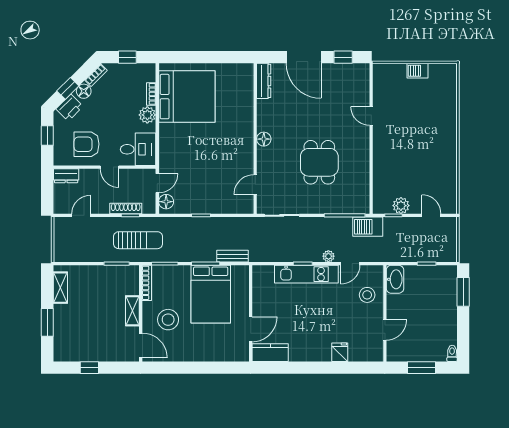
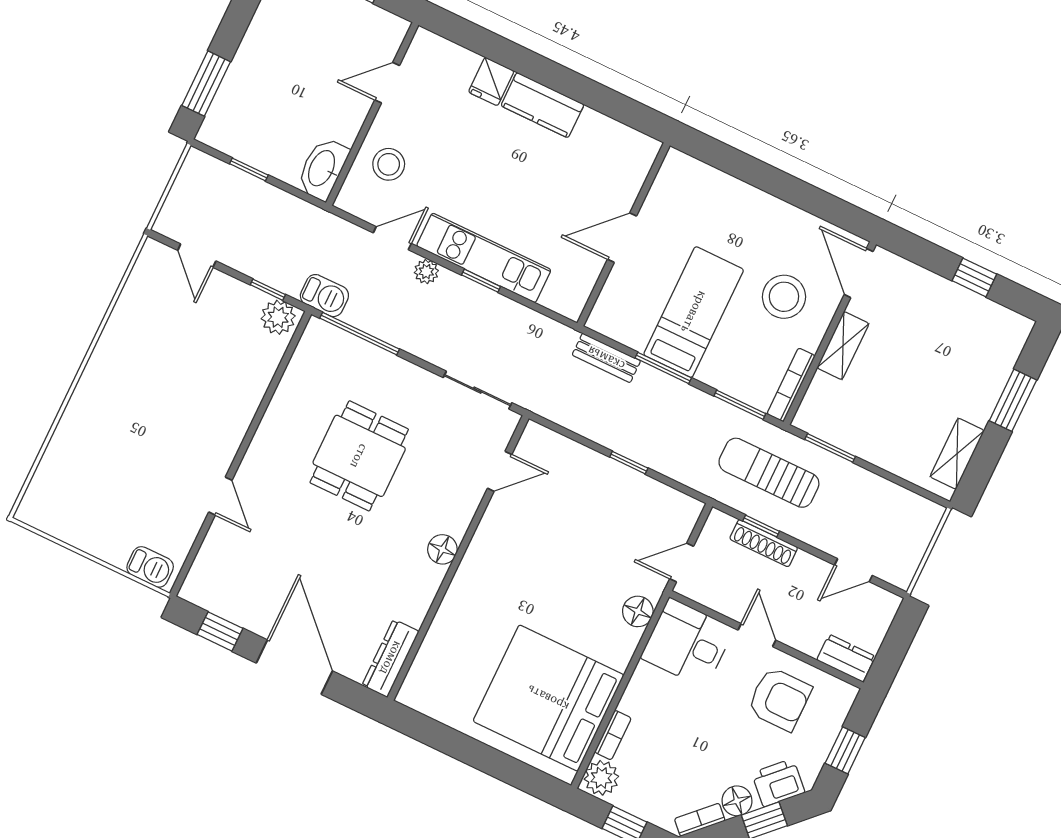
barbecue: (417, 71) -> (150, 567), moved
plant: (147, 115) -> (601, 778), moved
floor lamp: (166, 202) -> (638, 611), moved
plant: (401, 206) -> (278, 317), moved
barbecue: (368, 227) -> (324, 296), width x0.73, depth x0.79
bed: (211, 294) -> (694, 312), width x0.67
door: (251, 329) -> (622, 238), moved
kitchen counter: (270, 353) -> (542, 105), moved

